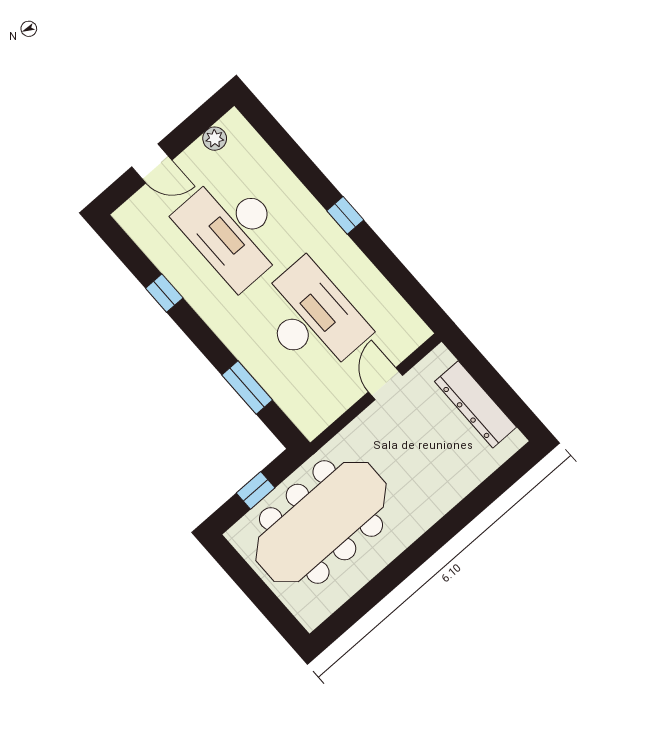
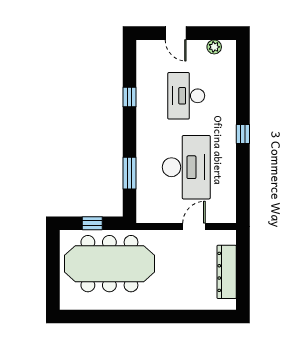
desk: (233, 230) -> (186, 96), width x0.73, depth x0.77

